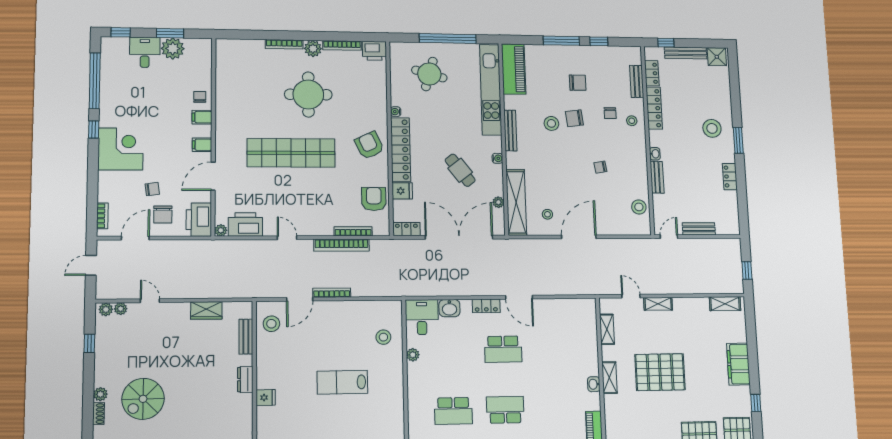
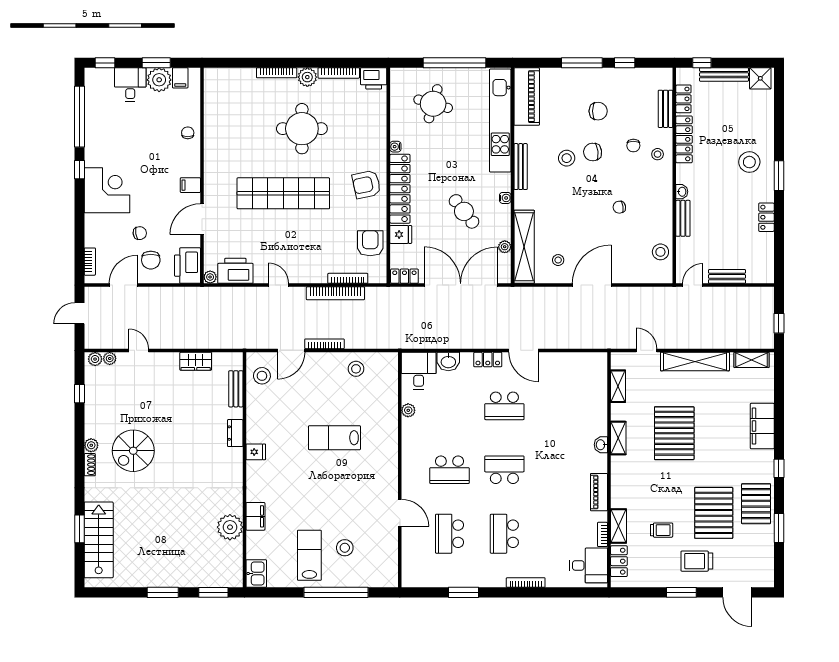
filing cabinet: (202, 117) -> (180, 78), moved, turned -90
armchair: (369, 145) -> (366, 184), turned -77
shelving: (658, 304) -> (695, 361), width x2.20, depth x1.33
stool: (383, 337) -> (356, 369), moved
pallet: (660, 372) -> (674, 433), turned 90

